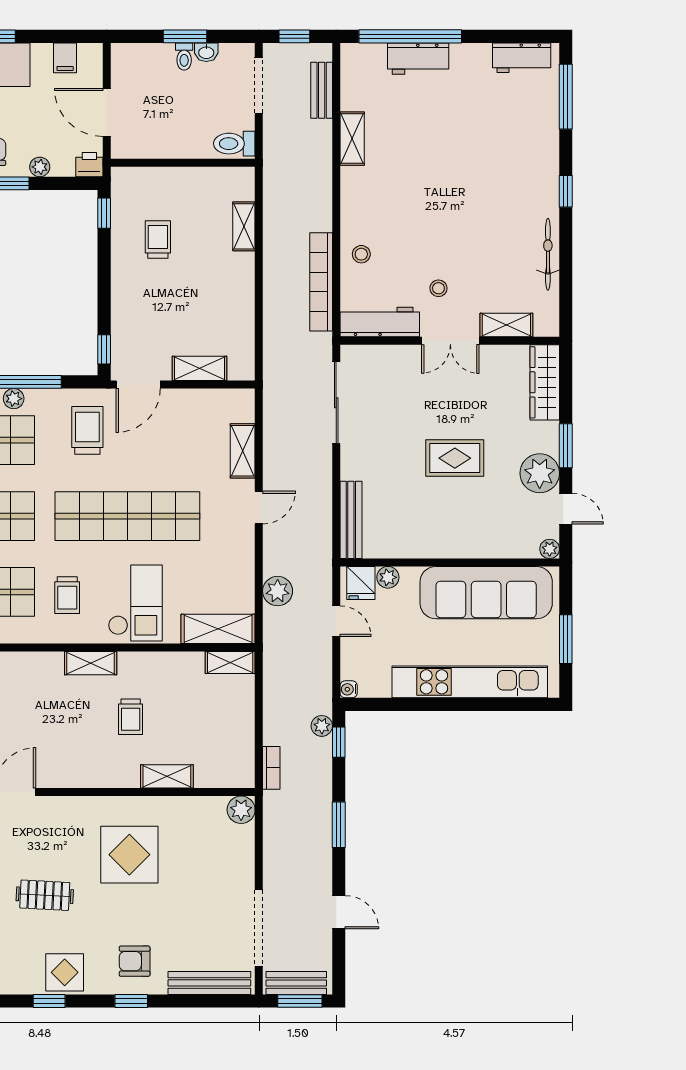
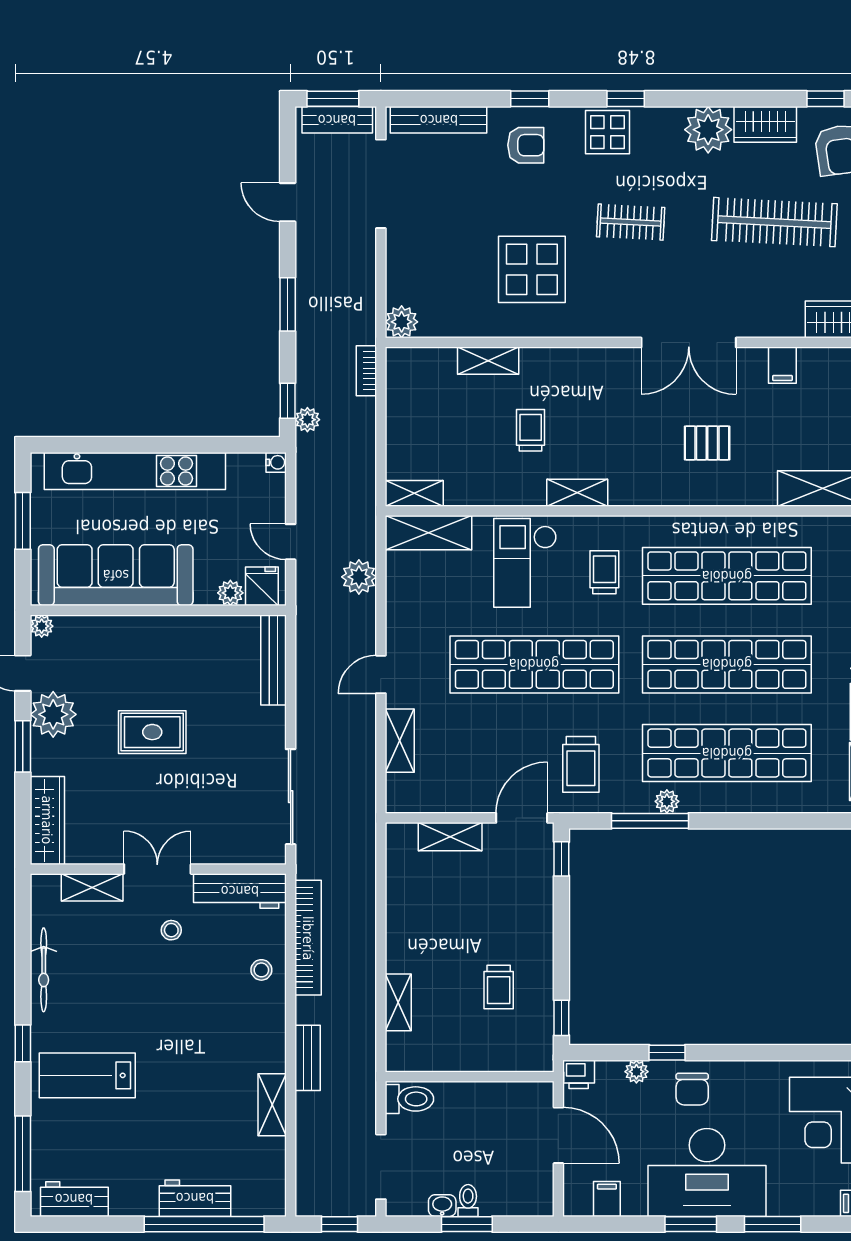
bench: (322, 90) -> (308, 1058), moved
lab bench: (510, 164) -> (87, 1075), added

